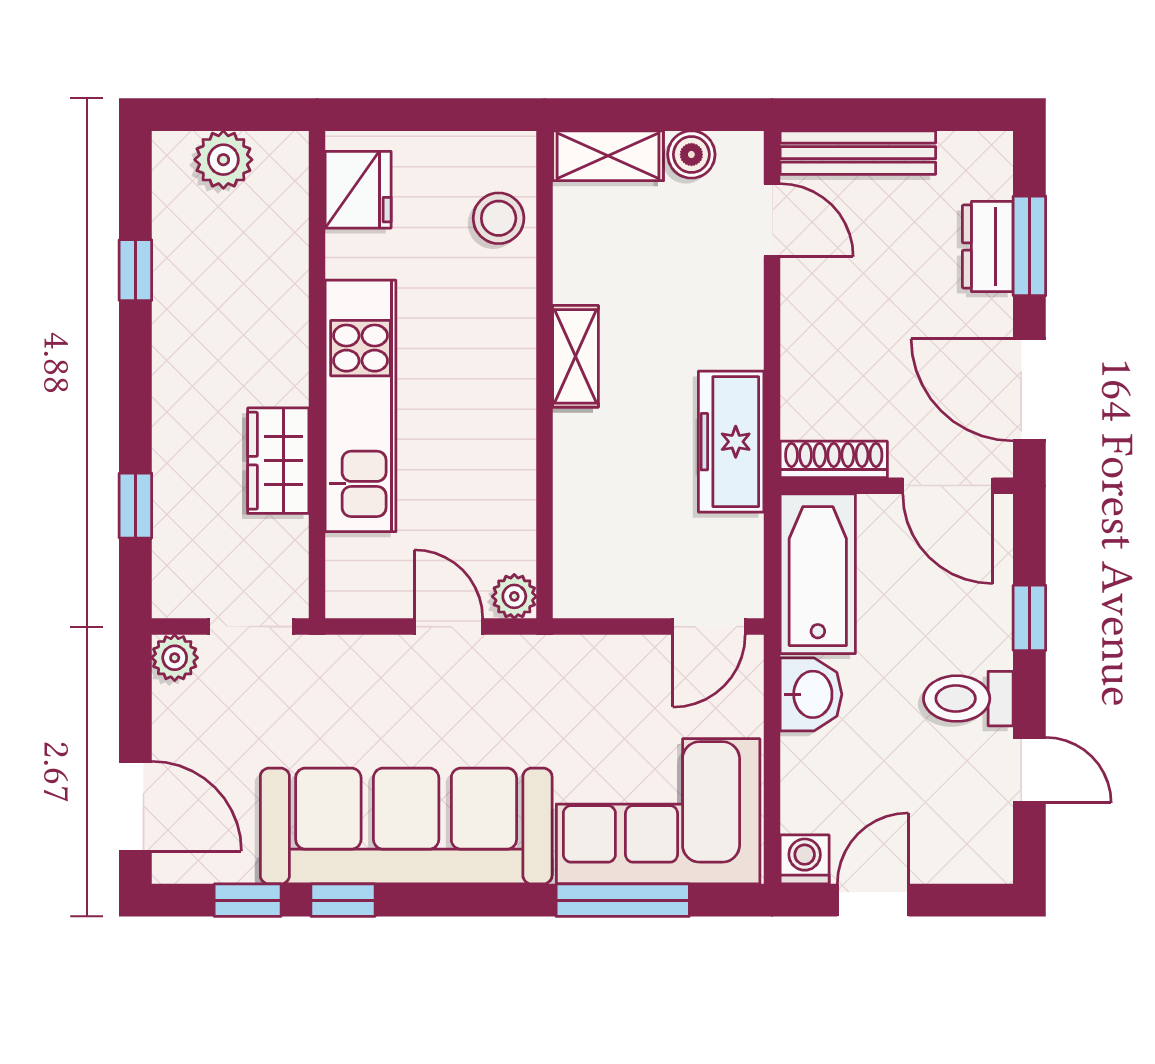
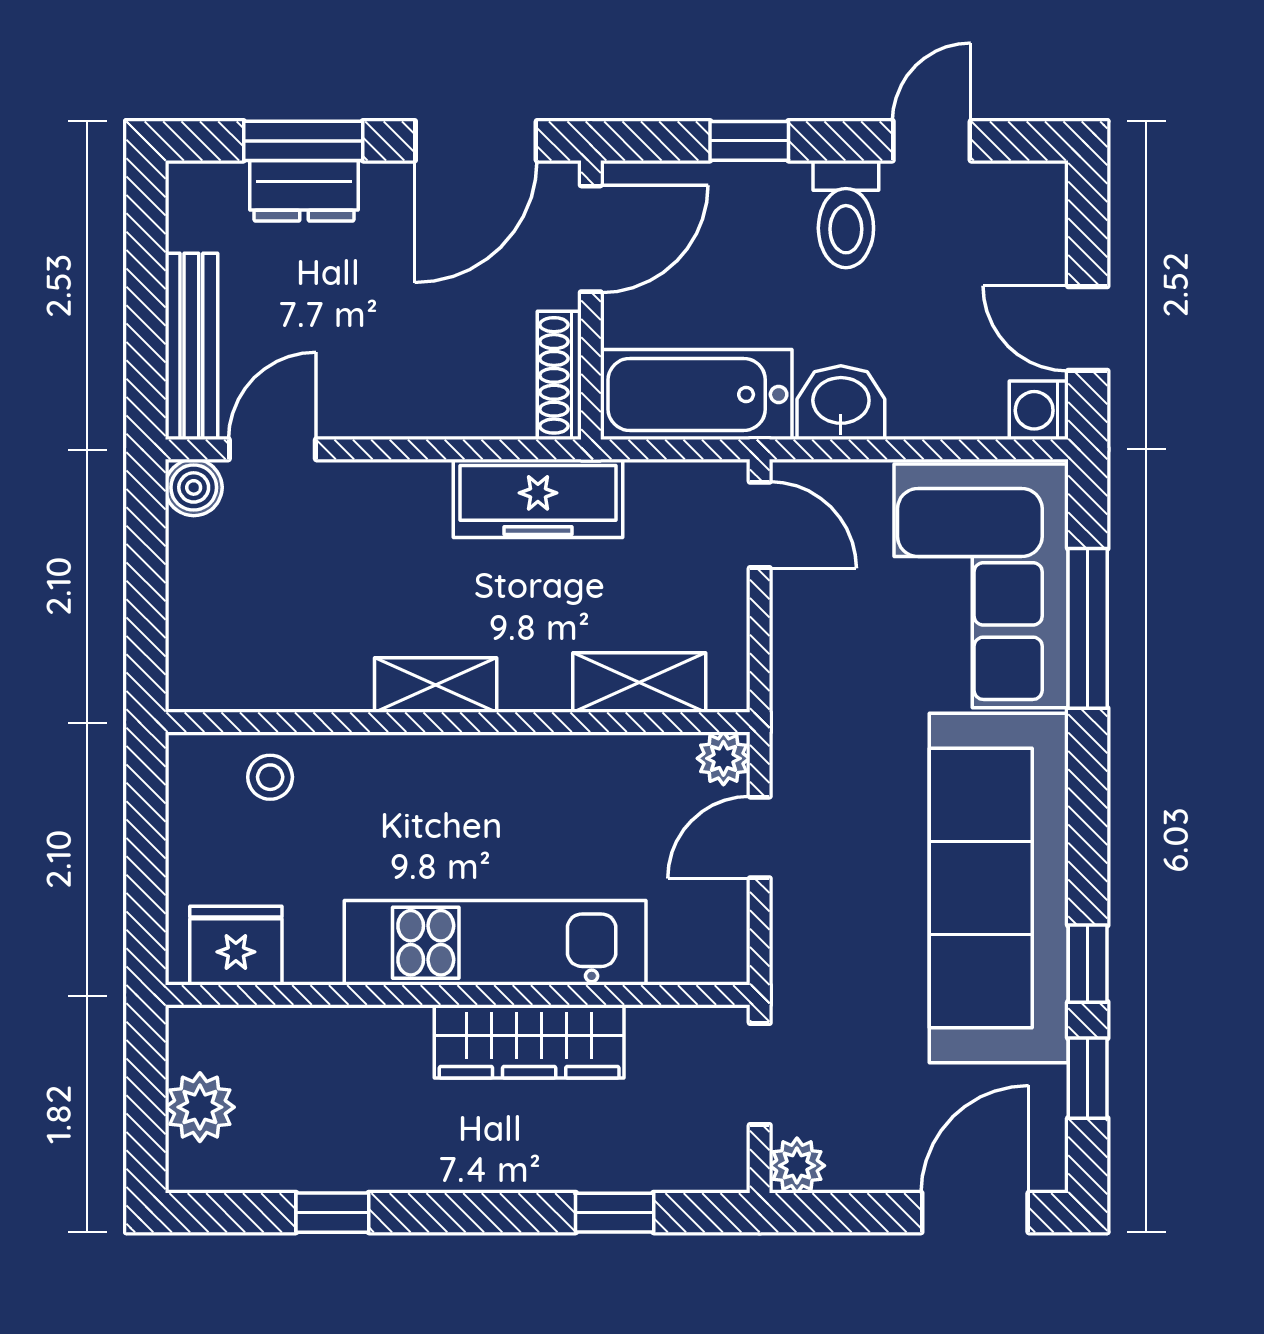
boiler: (691, 154) -> (194, 487), moved
shelving: (608, 156) -> (639, 683), moved, turned 90
stool: (499, 218) -> (270, 777), width x0.73, depth x0.73
wardrobe: (278, 461) -> (529, 1041), width x1.50

